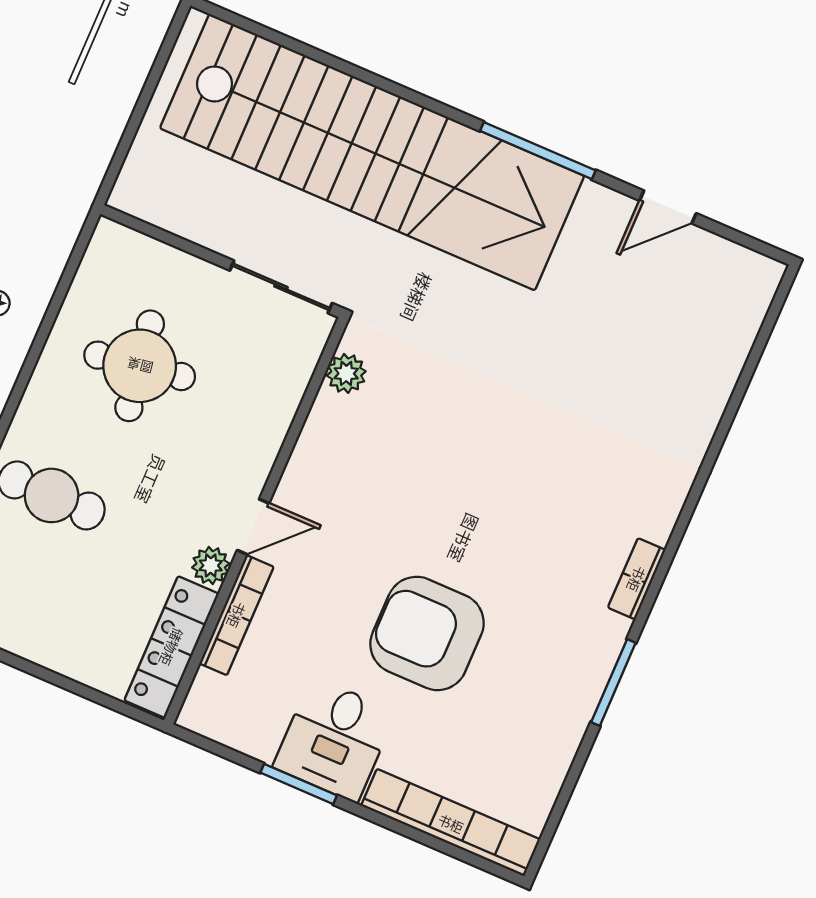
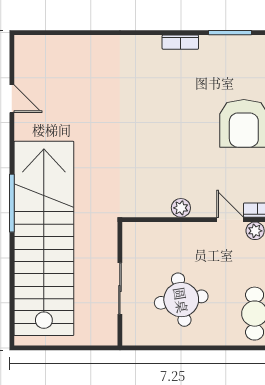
window: (538, 151) -> (12, 203), moved
sliding door: (281, 287) -> (120, 288), moved
plant: (346, 373) -> (181, 208), moved

